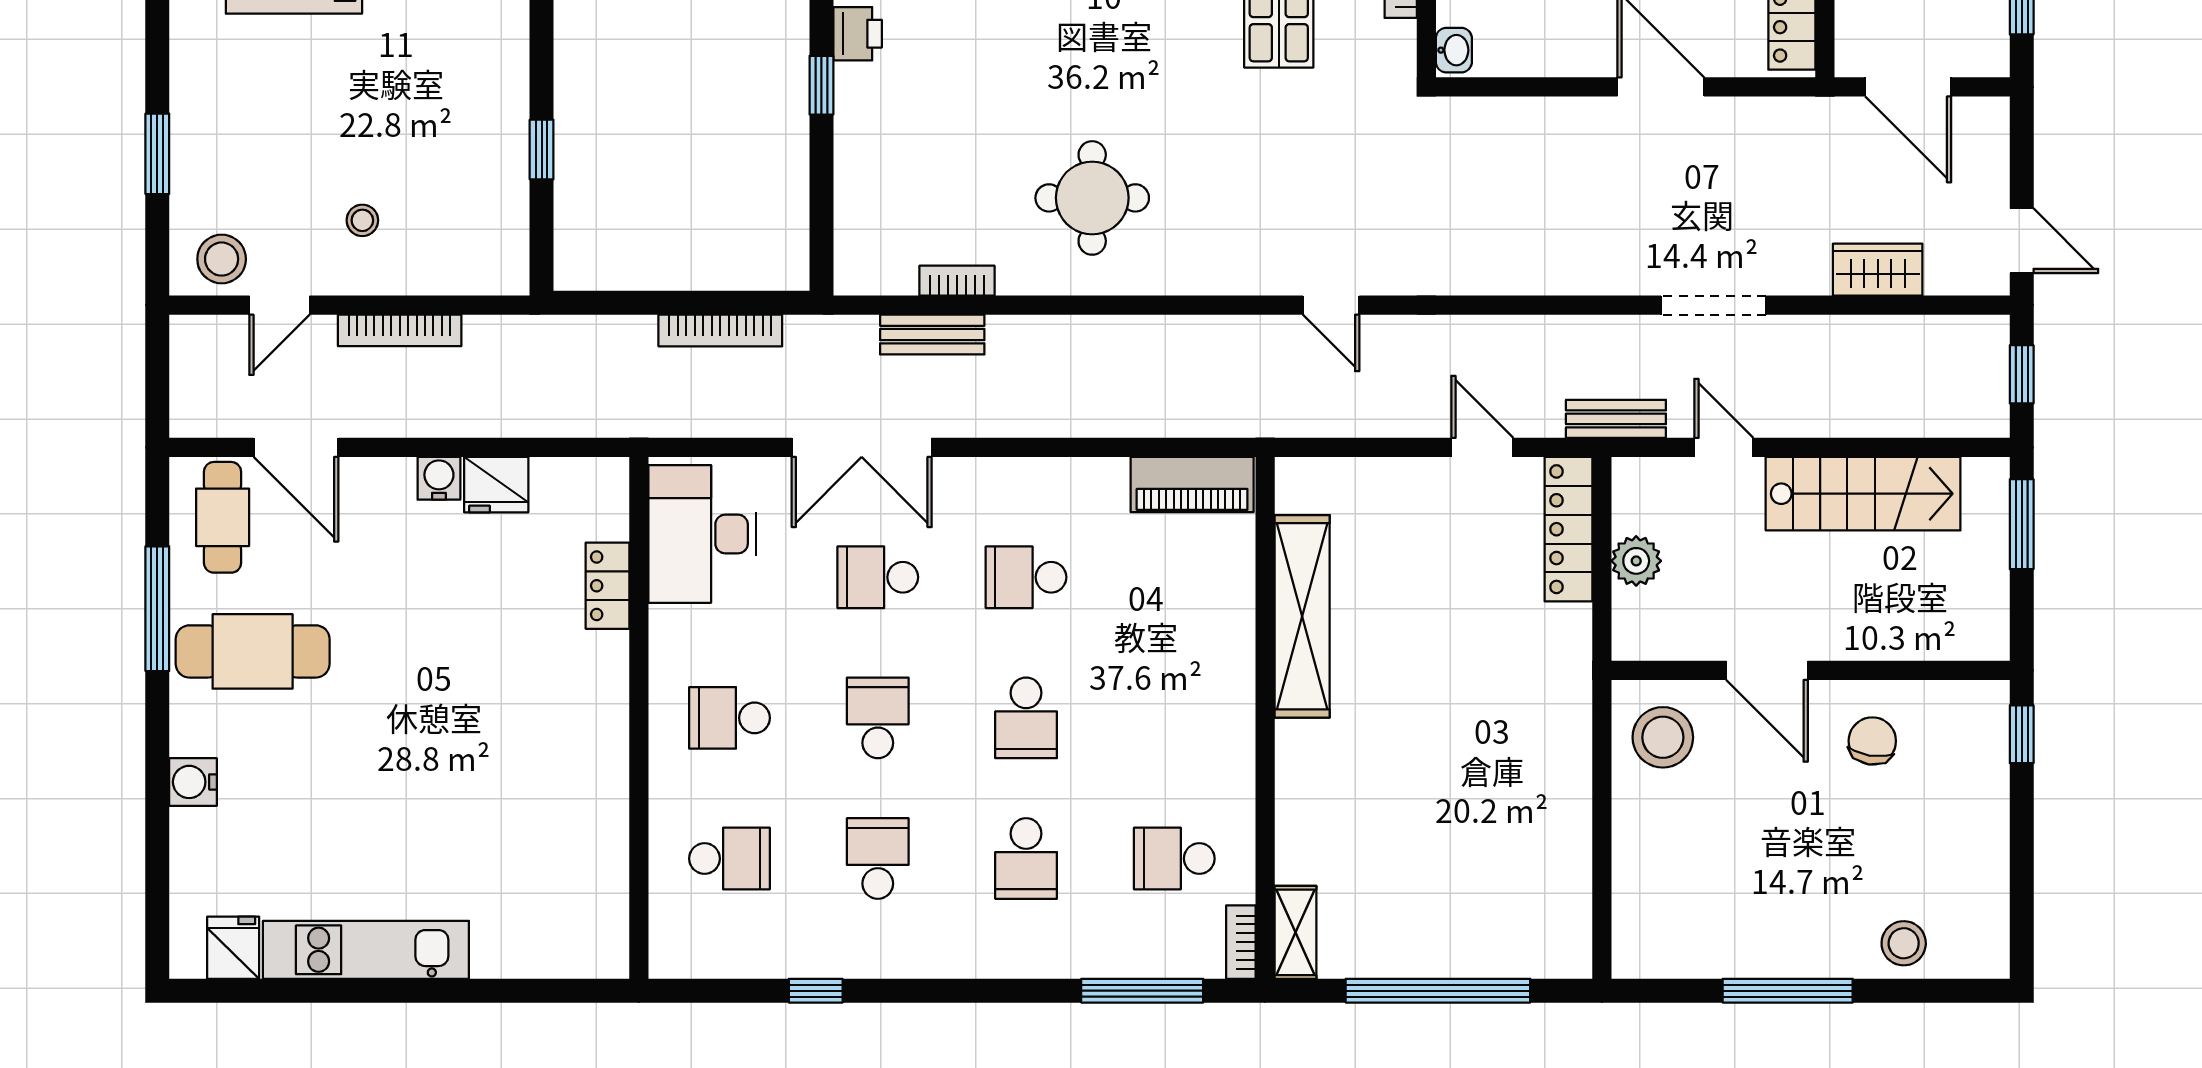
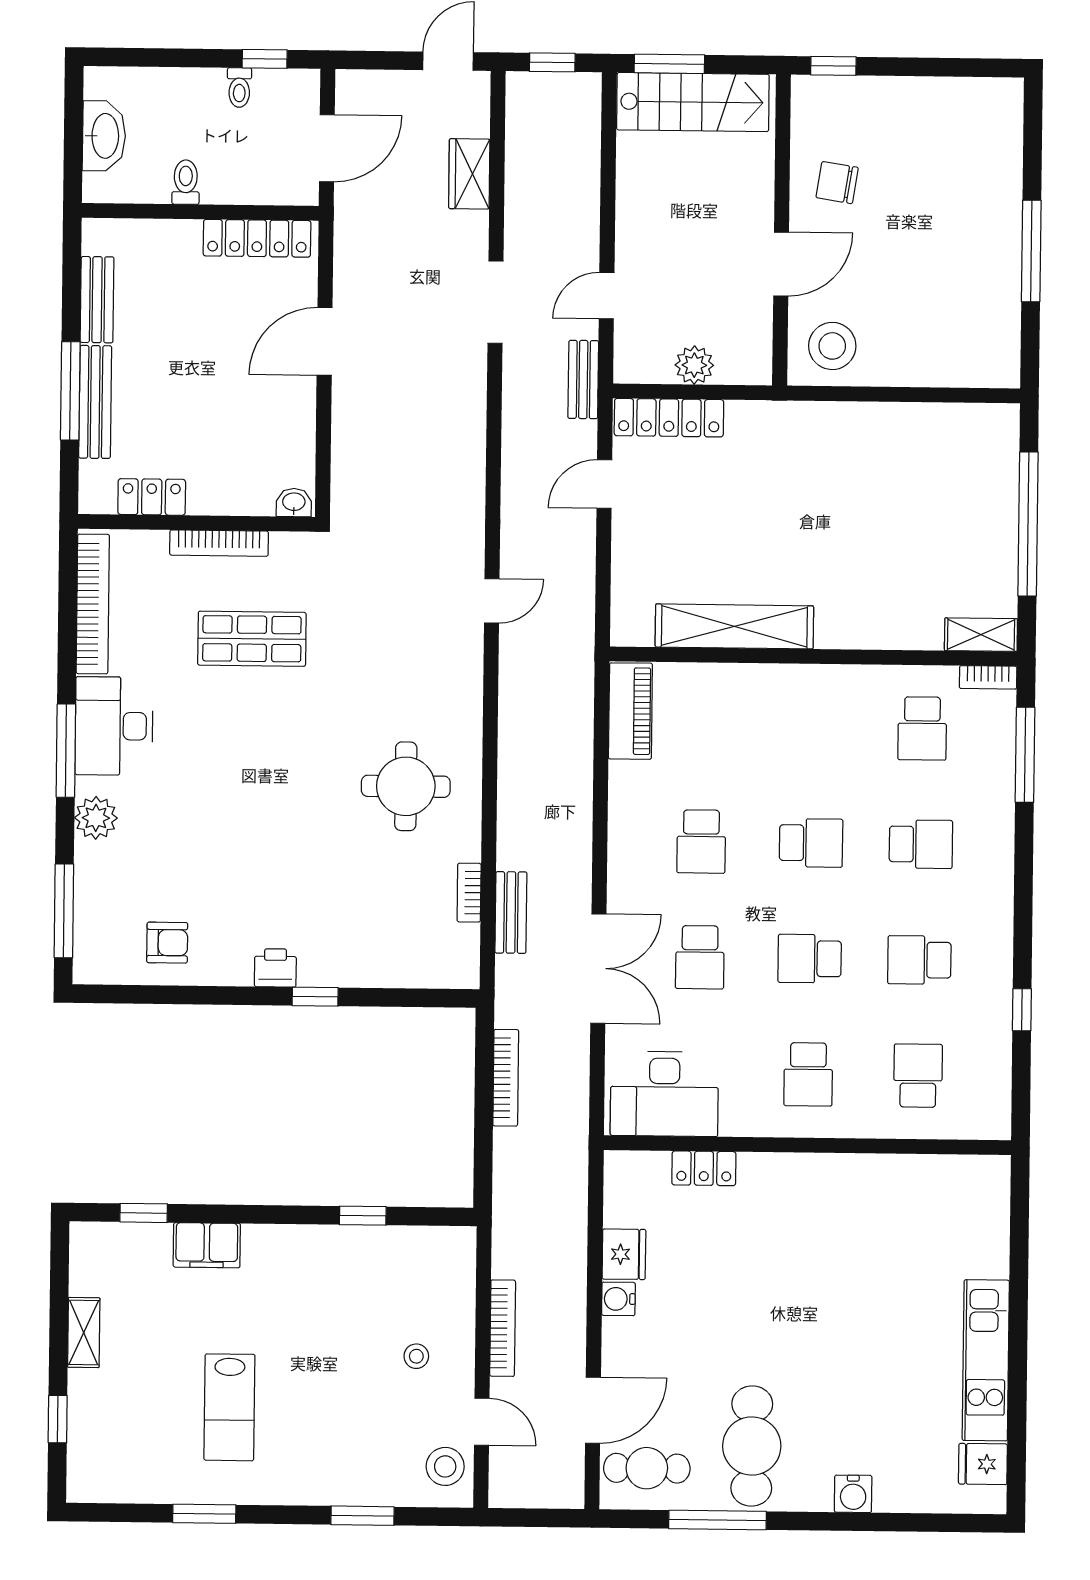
stairs: (1863, 494) -> (693, 102), moved, turned 90
stool: (1904, 943) -> (995, 160), removed

